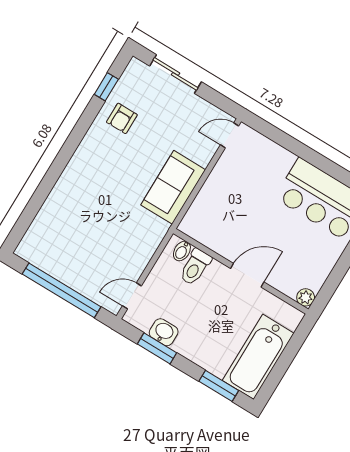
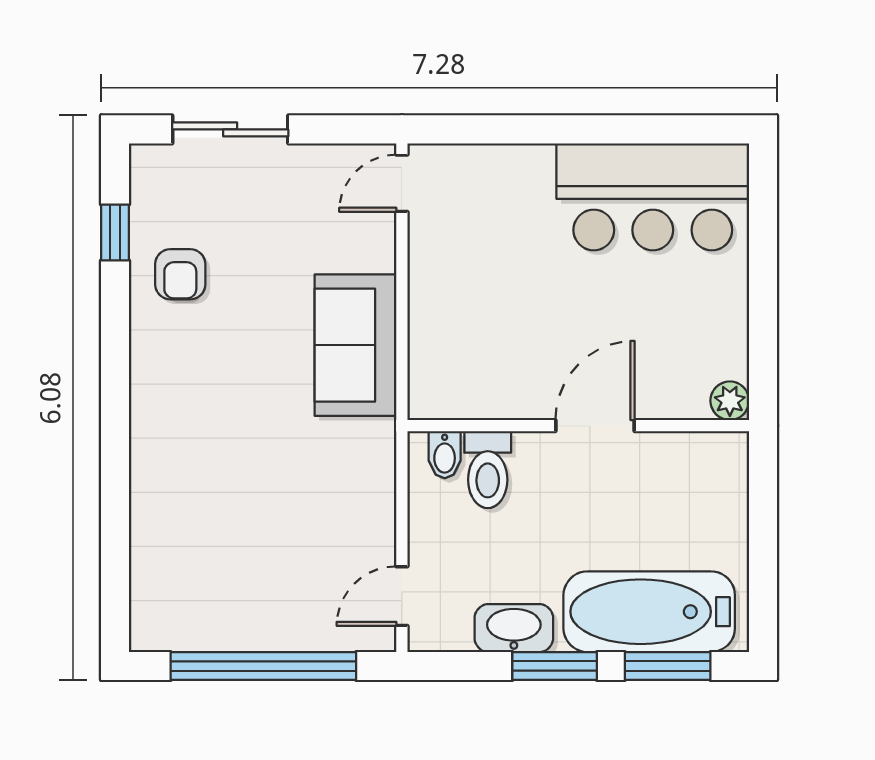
washbasin: (164, 332) -> (514, 628), width x1.38
window: (157, 348) -> (555, 666), moved
bathtub: (258, 357) -> (649, 612), moved, turned 90

